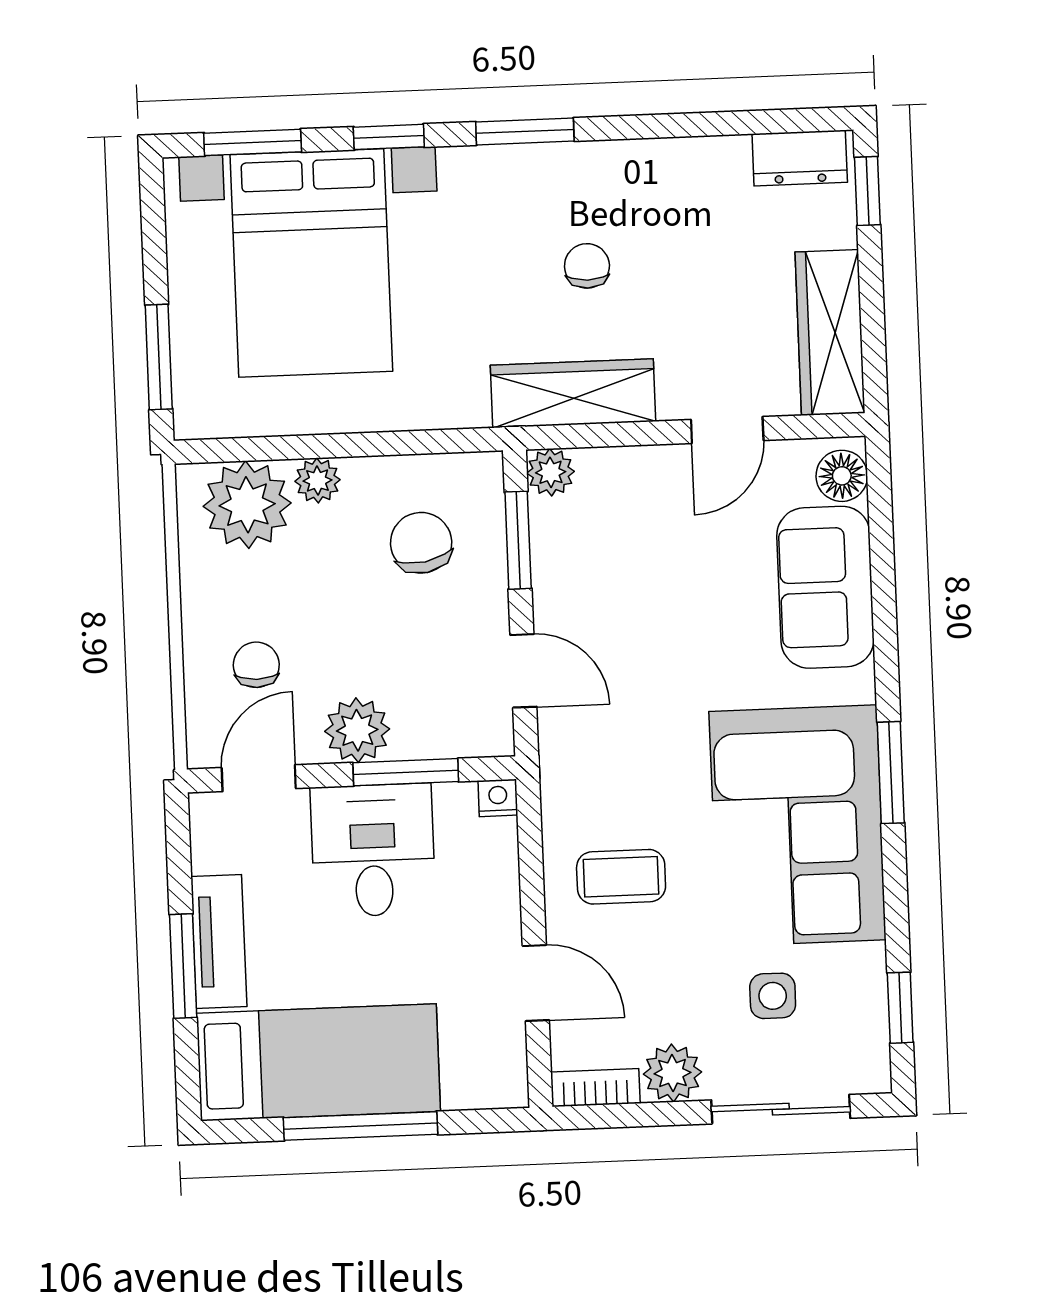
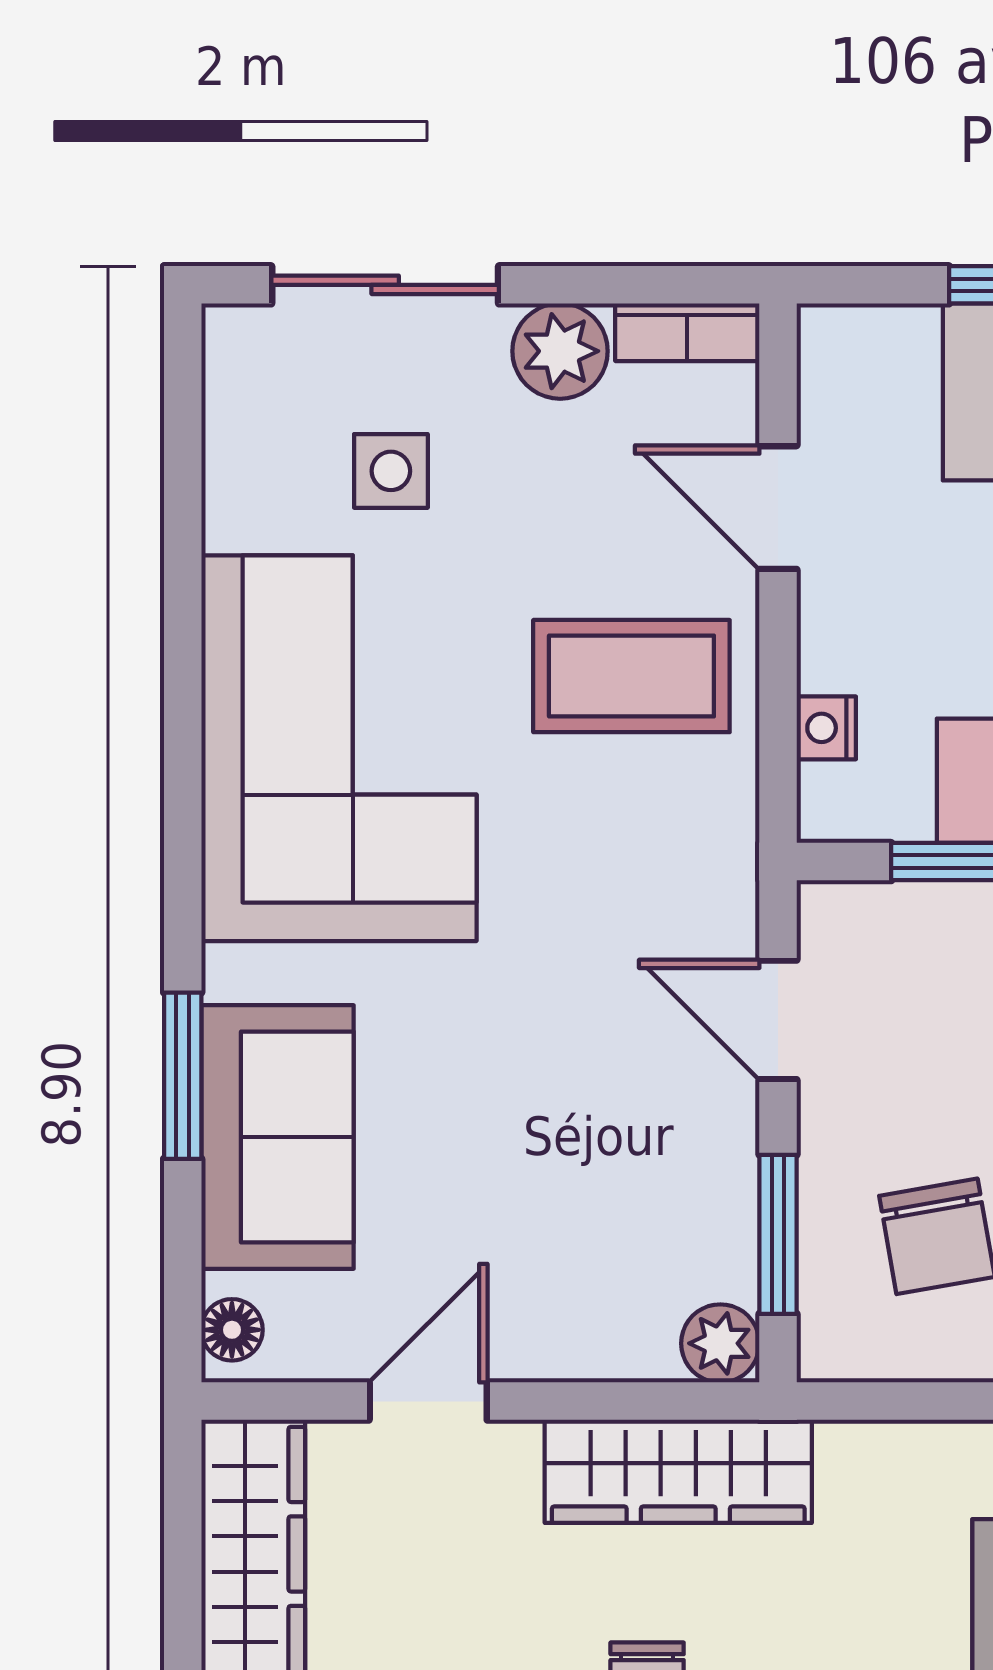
floor lamp: (842, 476) -> (232, 1330), width x0.73, depth x0.73
window: (891, 773) -> (183, 1076), moved
nightstand: (498, 798) -> (826, 728), moved, turned 90
coffee table: (621, 877) -> (631, 676), width x1.36, depth x1.30
window: (900, 1008) -> (183, 443), removed

